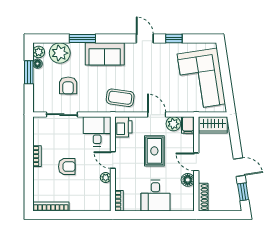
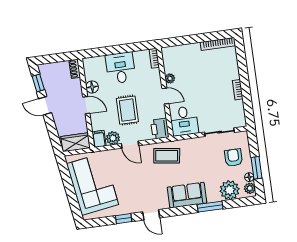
armchair: (68, 85) -> (233, 157), moved
armchair: (67, 167) -> (208, 84), removed
shoe rack: (203, 197) -> (75, 69), width x0.70

